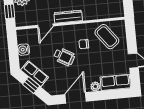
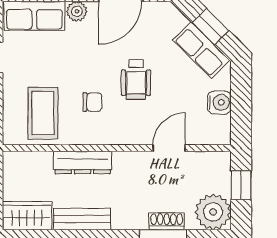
dresser: (68, 17) -> (83, 162), moved
coffee table: (107, 37) -> (43, 113), turned 37
wheelchair: (64, 57) -> (136, 80), turned -120

